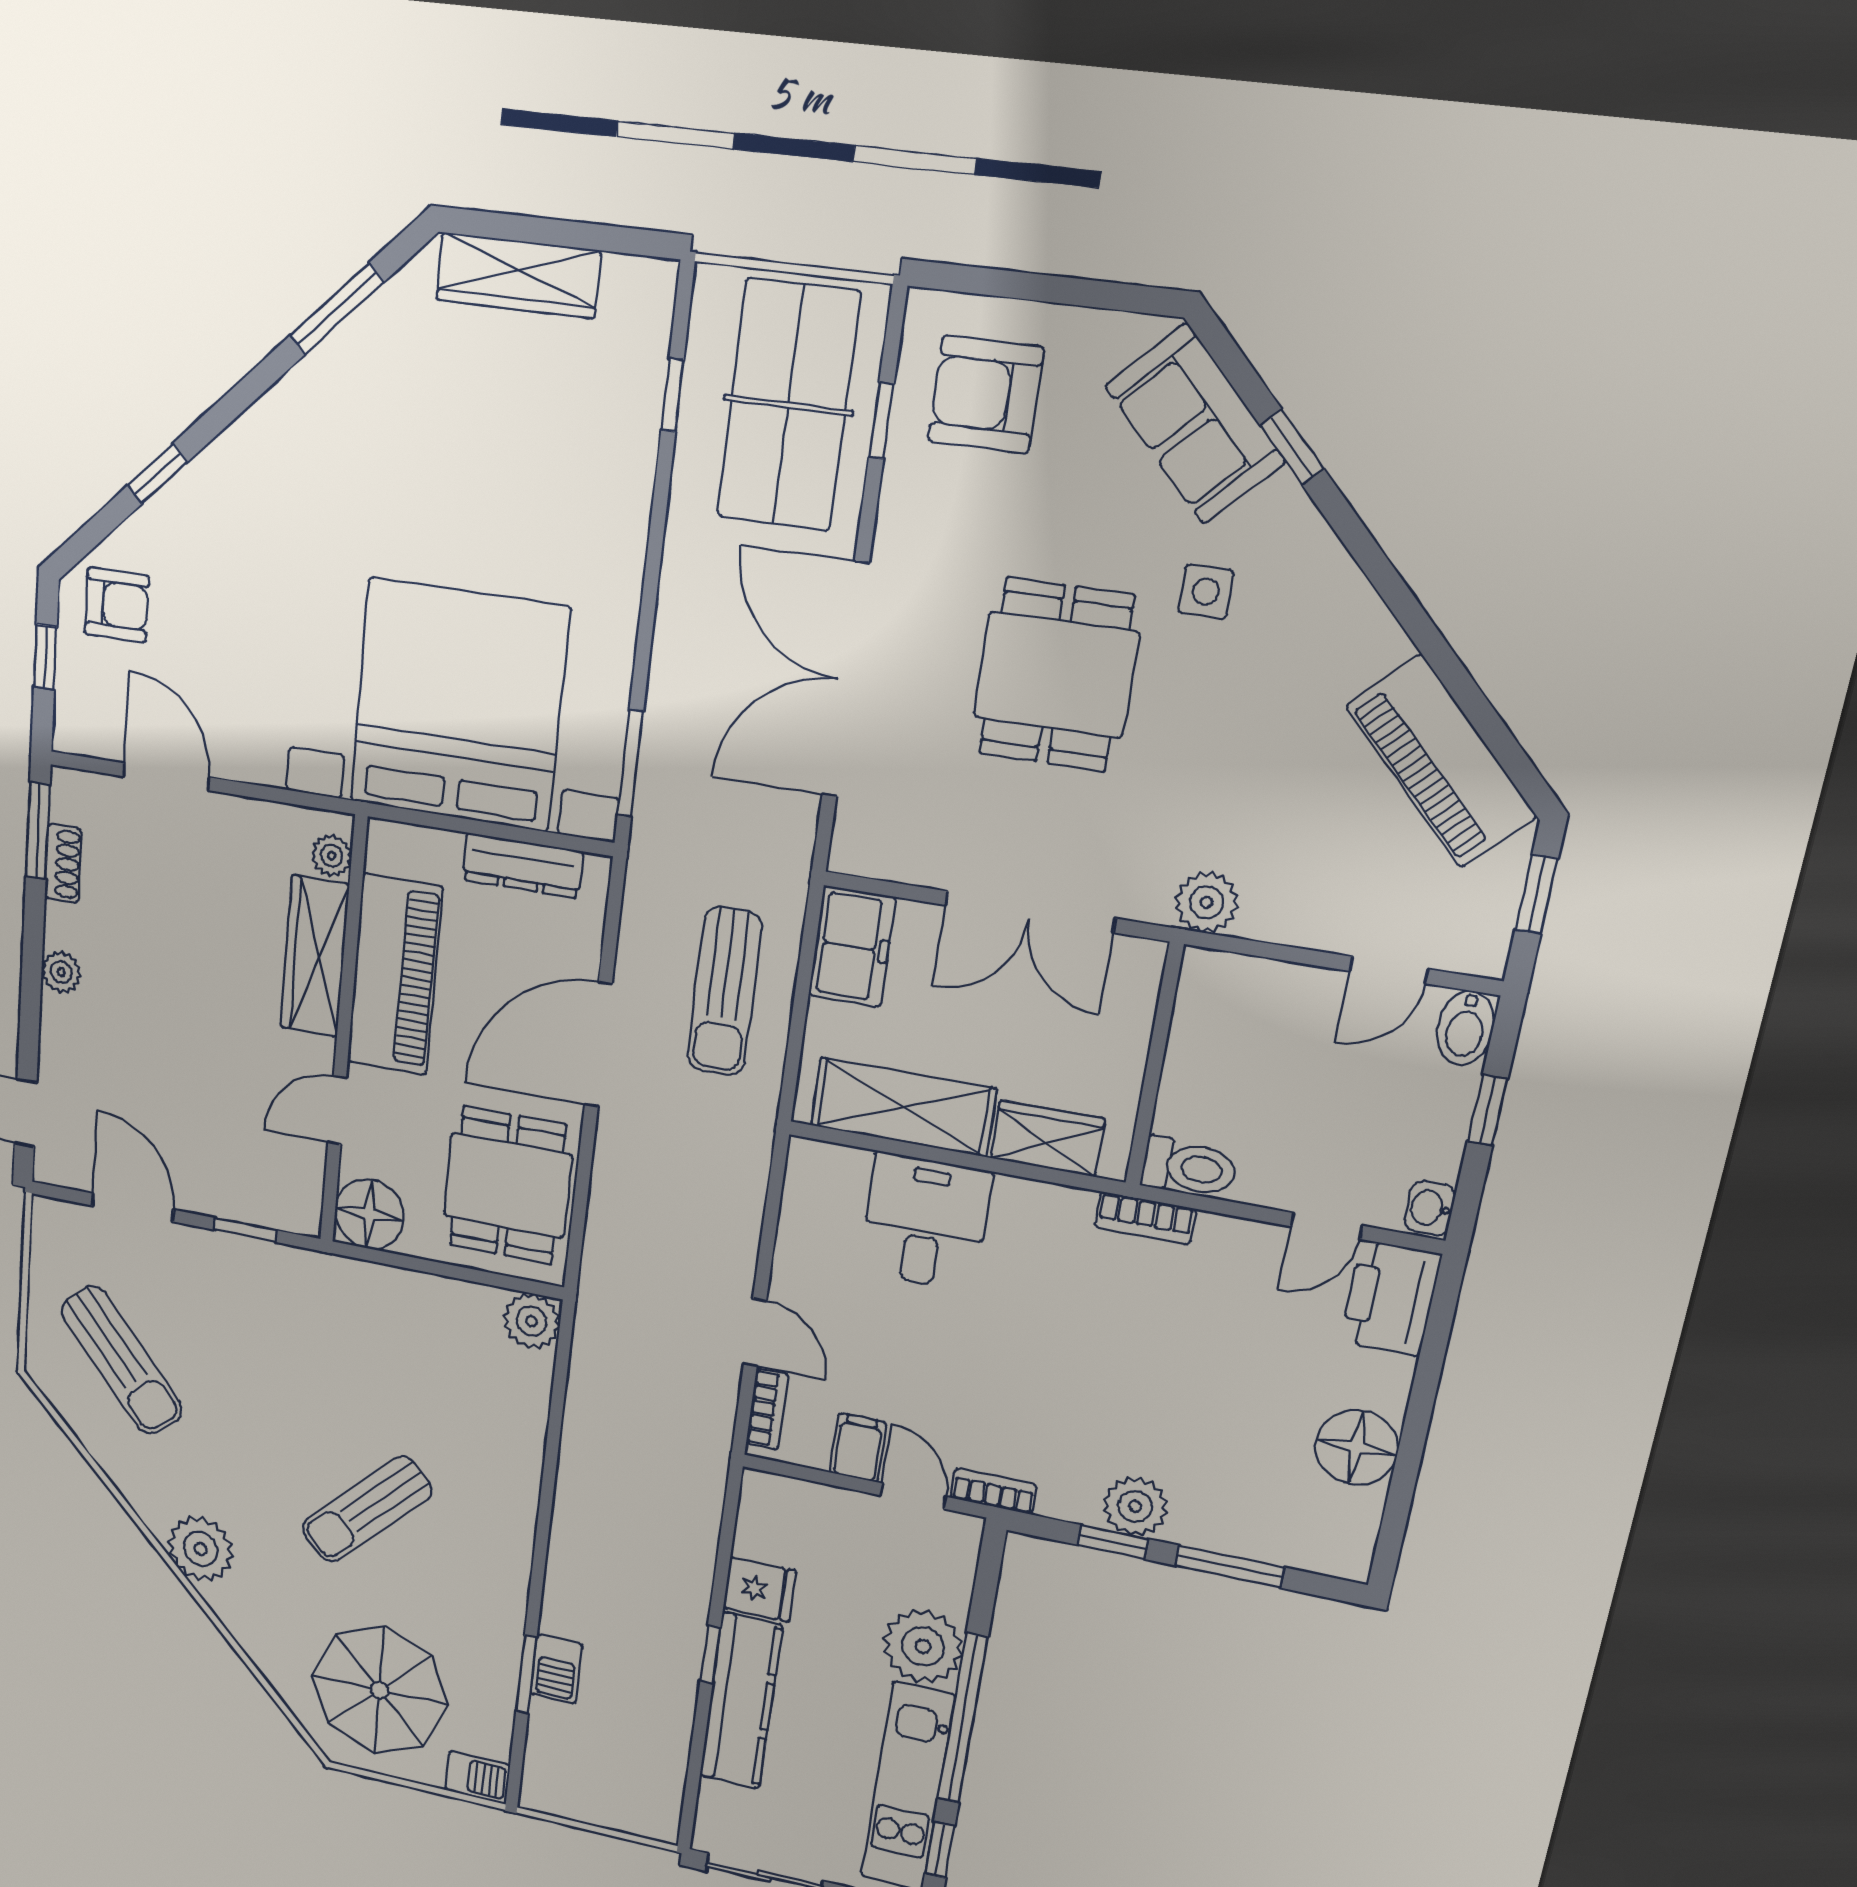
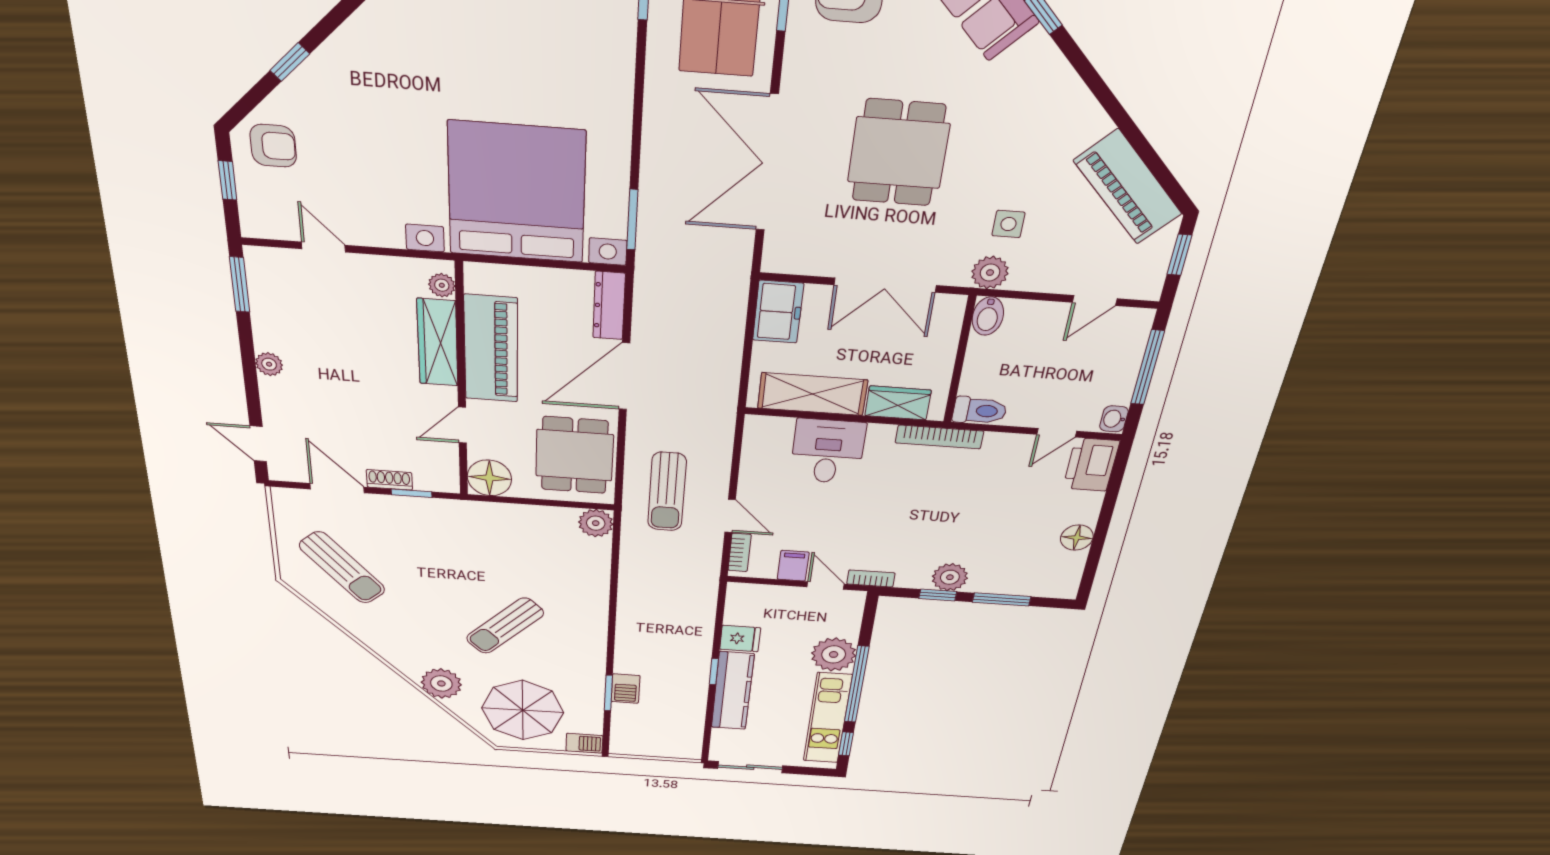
side table: (1206, 592) -> (1008, 224), moved
door: (166, 777) -> (323, 247), width x0.73
shoe rack: (63, 864) -> (389, 480), moved, turned -90
dresser: (523, 866) -> (609, 306), moved, turned 90
sun lounger: (724, 991) -> (667, 492), moved
bidet: (1465, 1028) -> (988, 316), moved
window: (1488, 1110) -> (1147, 368), width x2.17
bookcase: (1145, 1218) -> (939, 437), width x1.56
floor lamp: (1357, 1447) -> (1077, 538), width x0.73, depth x0.73
plant: (201, 1549) -> (441, 683), moved

